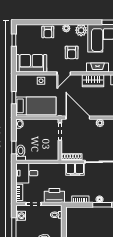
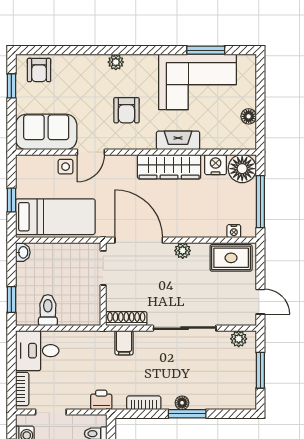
plant: (81, 30) -> (145, 66), removed
armchair: (48, 32) -> (39, 70), moved
door: (64, 73) -> (91, 152), moved
wardrobe: (93, 81) -> (169, 167), width x1.50
toilet: (21, 153) -> (48, 310), moved
filing cabinet: (75, 169) -> (124, 343), width x0.50
printer: (54, 196) -> (101, 400), width x0.53, depth x0.68

